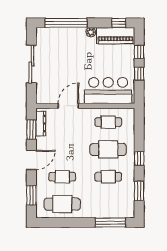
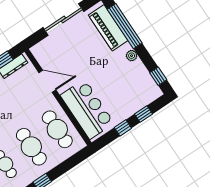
piano: (116, 36) -> (108, 28), moved
cafe table: (108, 122) -> (57, 129), width x1.37, depth x1.35

